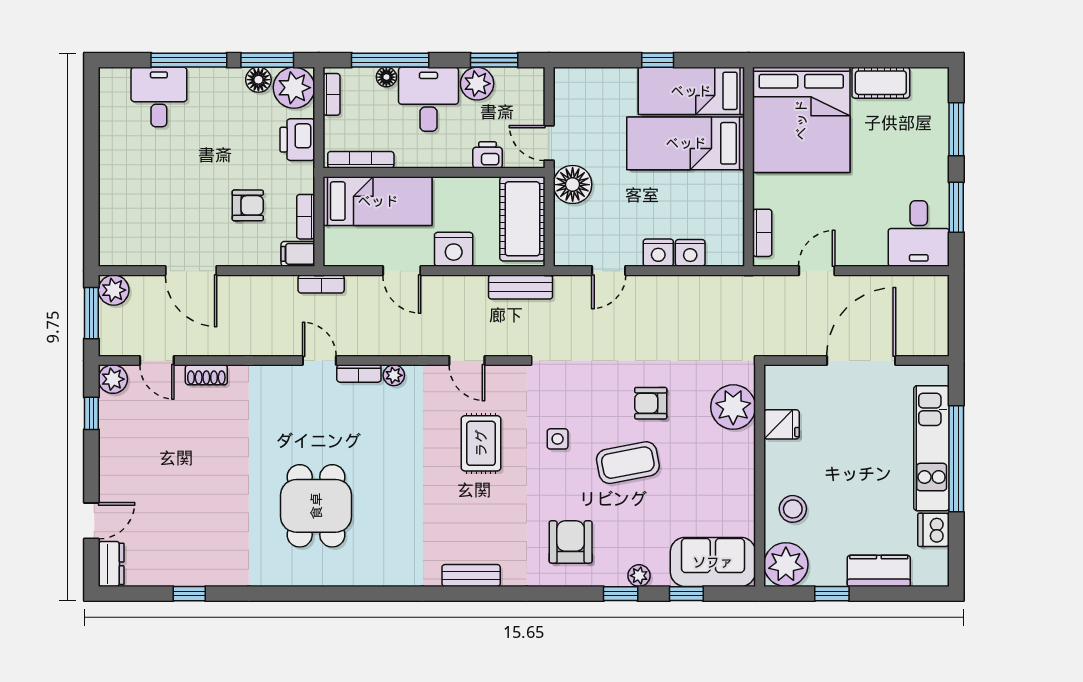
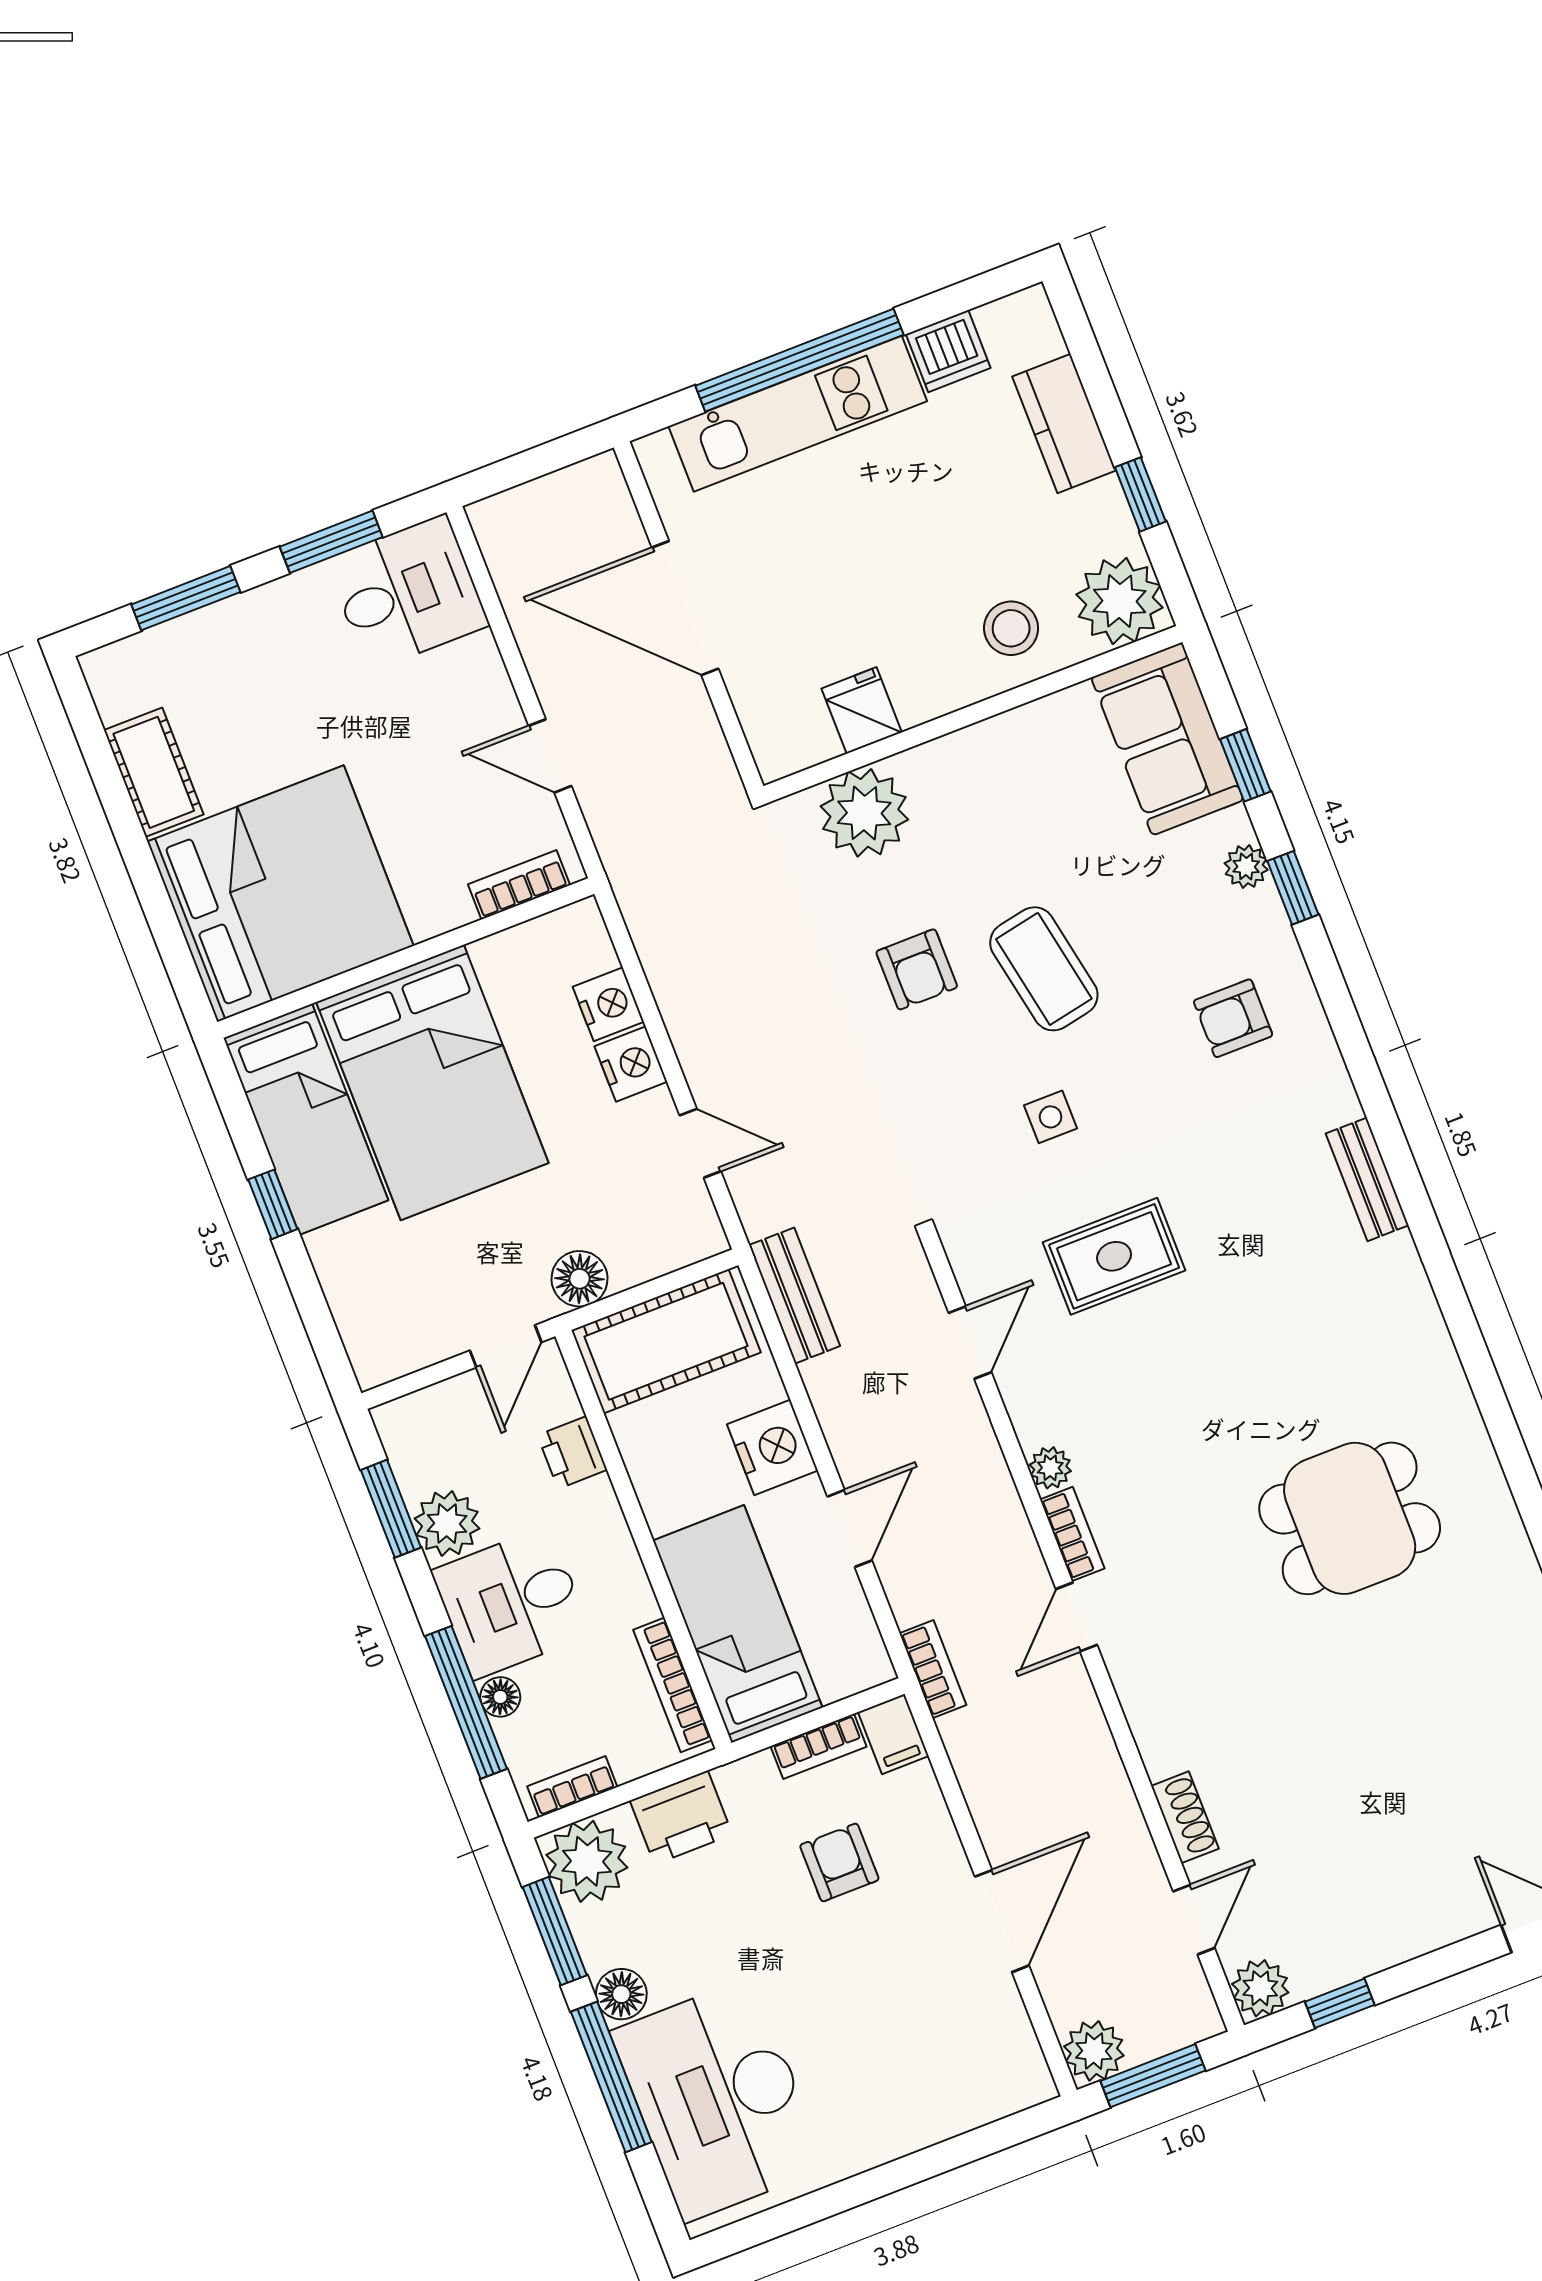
floor lamp: (258, 80) -> (621, 1994), moved
desk: (159, 97) -> (719, 2100), width x1.87, depth x1.30
bed: (686, 143) -> (432, 1083), width x1.50
floor lamp: (573, 185) -> (580, 1279), width x0.73, depth x0.73
armchair: (571, 542) -> (1233, 1018), width x0.72, depth x0.72

